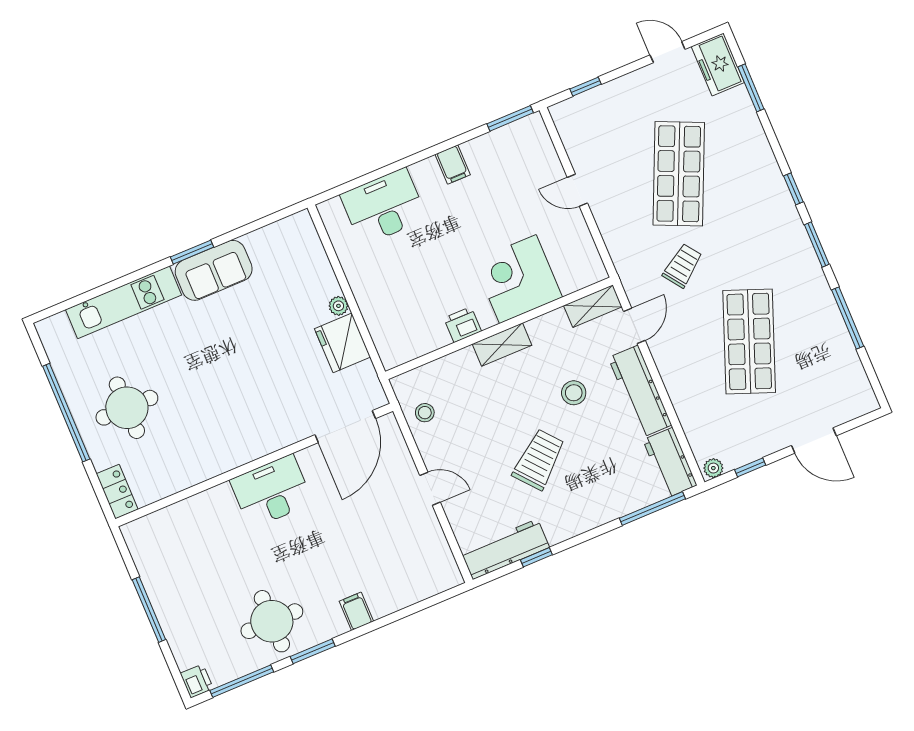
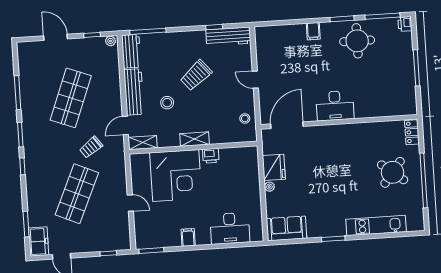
sofa: (214, 270) -> (287, 228), moved
corner desk: (518, 279) -> (176, 175), width x1.36, depth x1.36
round table: (127, 408) -> (393, 172), turned 38

